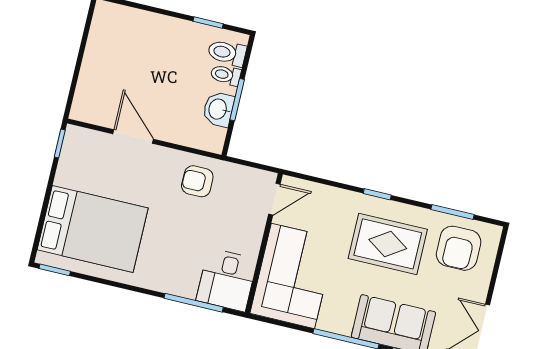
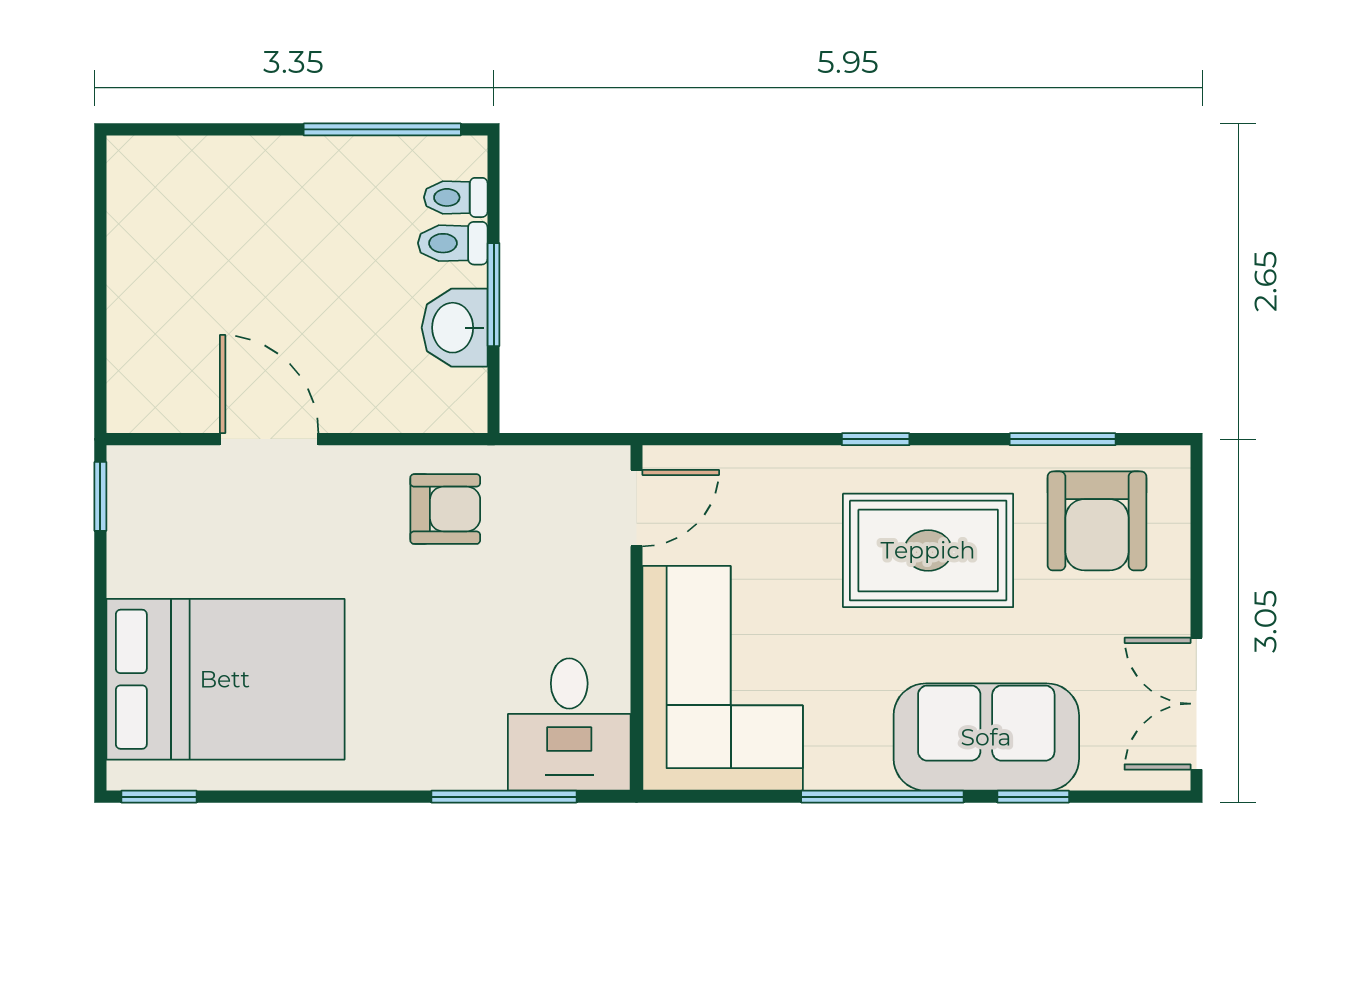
window: (208, 23) -> (382, 129), width x2.17
toilet: (227, 53) -> (456, 197), width x0.73, depth x0.72
armchair: (197, 181) -> (445, 509), turned 180

